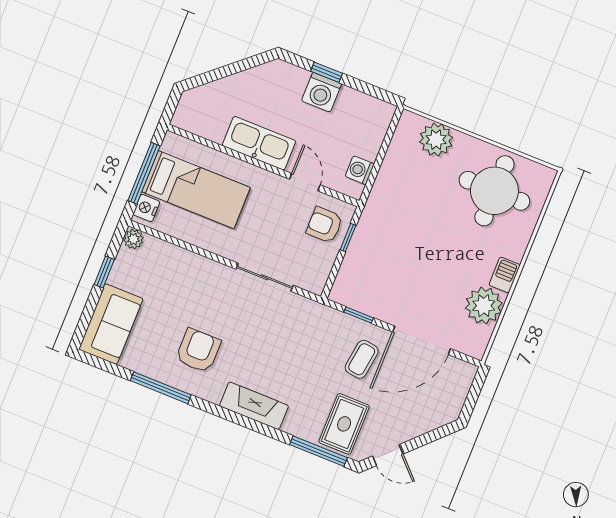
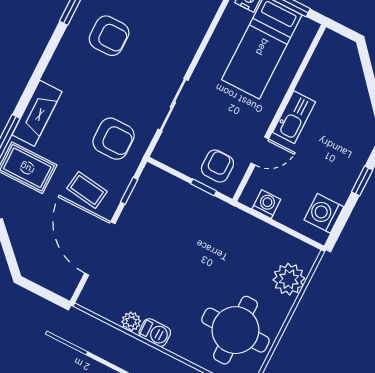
washing machine: (322, 92) -> (324, 213), moved
kitchen sink: (259, 143) -> (294, 117), width x0.73, depth x0.81
plant: (484, 306) -> (131, 321), width x0.53, depth x0.53
armchair: (306, 336) -> (114, 139), added
fireplace: (254, 406) -> (37, 113), moved

